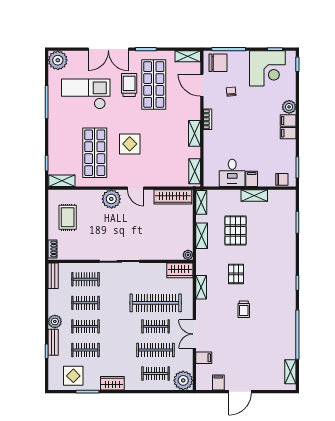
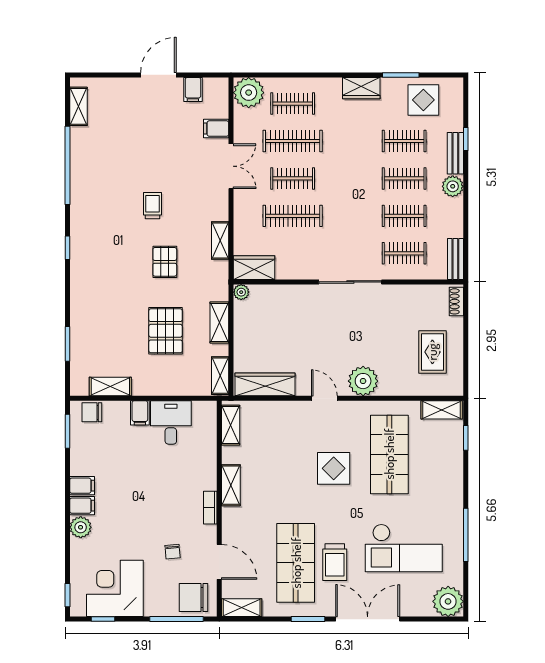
shelving: (254, 195) -> (110, 386), moved
clothes rail: (156, 303) -> (293, 216), width x0.73, depth x0.76

